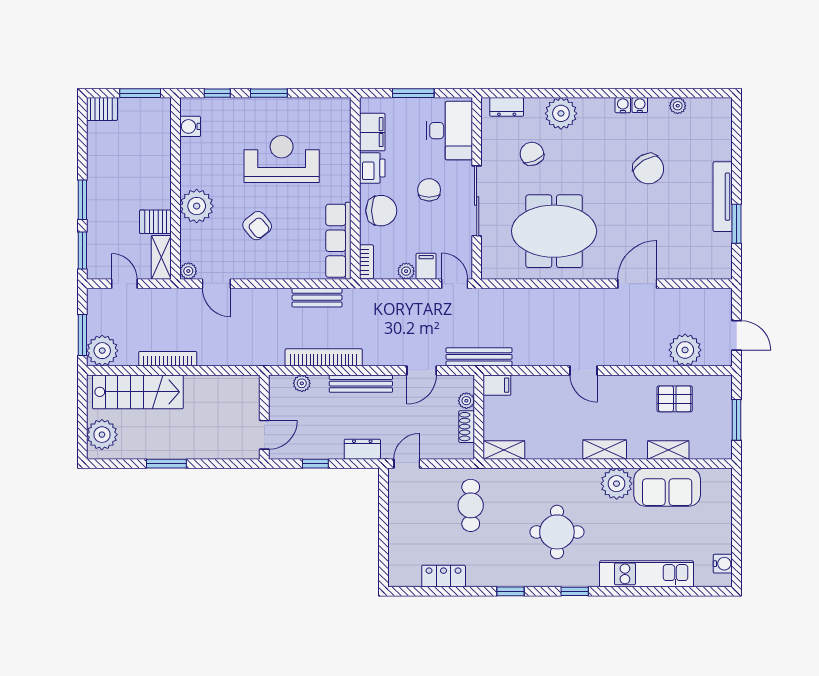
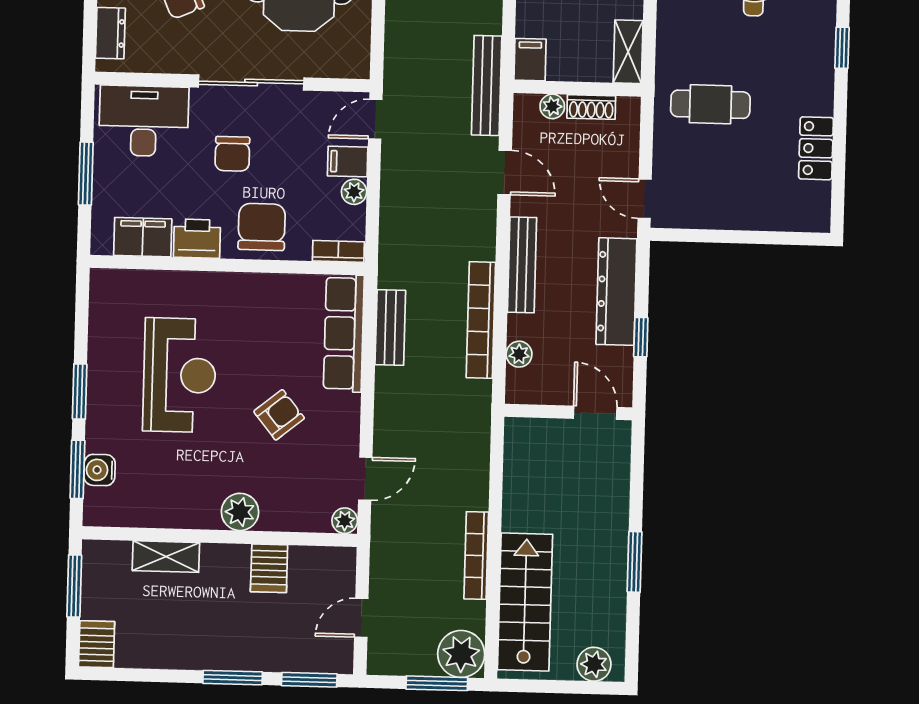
window: (217, 93) -> (77, 469), width x1.50
water cooler: (190, 126) -> (100, 470), moved, turned 90
reception desk: (282, 159) -> (180, 375), turned 180
chair: (429, 190) -> (232, 154), turned -90
plant: (197, 206) -> (240, 512), width x0.73, depth x0.73
row of seats: (338, 241) -> (344, 333), moved, turned 90
shelving: (161, 257) -> (166, 557), moved
plant: (102, 435) -> (594, 664), width x0.73, depth x0.73
dresser: (362, 449) -> (616, 292), width x1.96, depth x1.24

